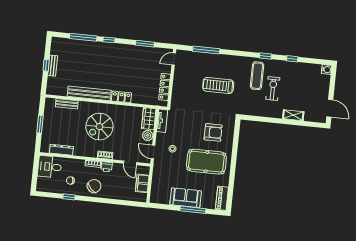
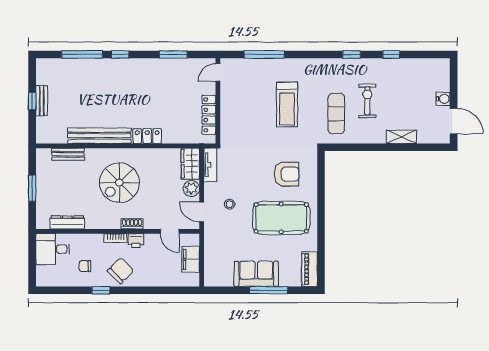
water cooler: (327, 70) -> (443, 99), moved
exercise mat: (257, 76) -> (336, 114), moved
treadmill: (218, 85) -> (287, 105), turned -90
window: (69, 197) -> (101, 290), moved

